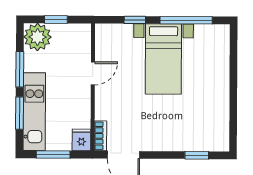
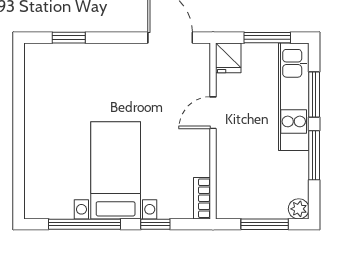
window: (56, 19) -> (265, 224), width x1.50
plant: (38, 37) -> (299, 209), width x0.53, depth x0.53
door: (93, 73) -> (213, 113), moved
bookcase: (100, 136) -> (202, 198), moved

